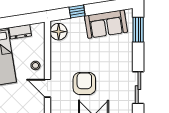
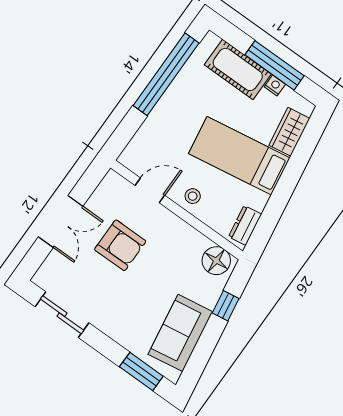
dresser: (20, 32) -> (245, 225), moved

